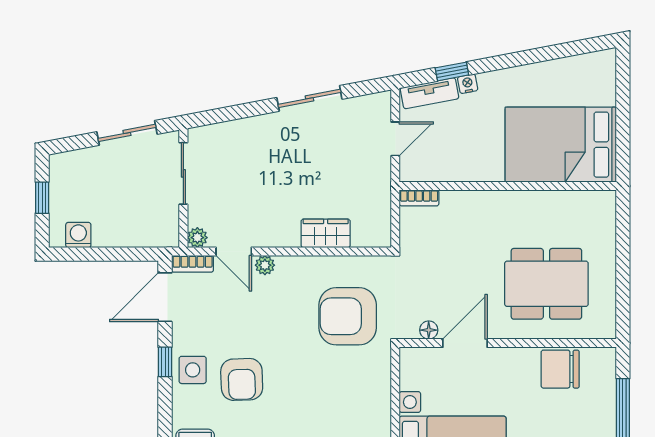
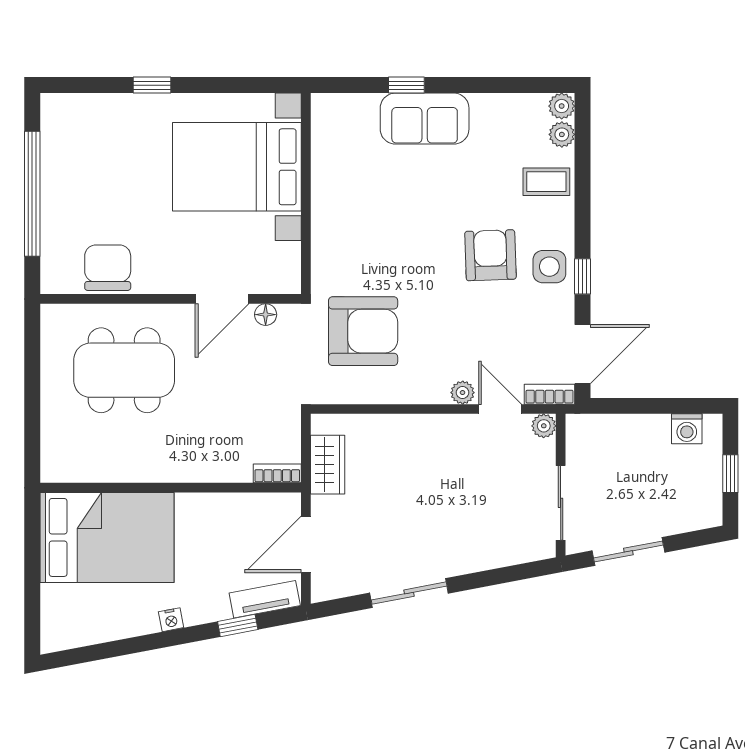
nightstand: (468, 84) -> (171, 620), moved
door: (395, 139) -> (306, 544), width x1.38
wardrobe: (326, 233) -> (328, 465), moved, turned -90
chair: (560, 369) -> (108, 268), turned -90

